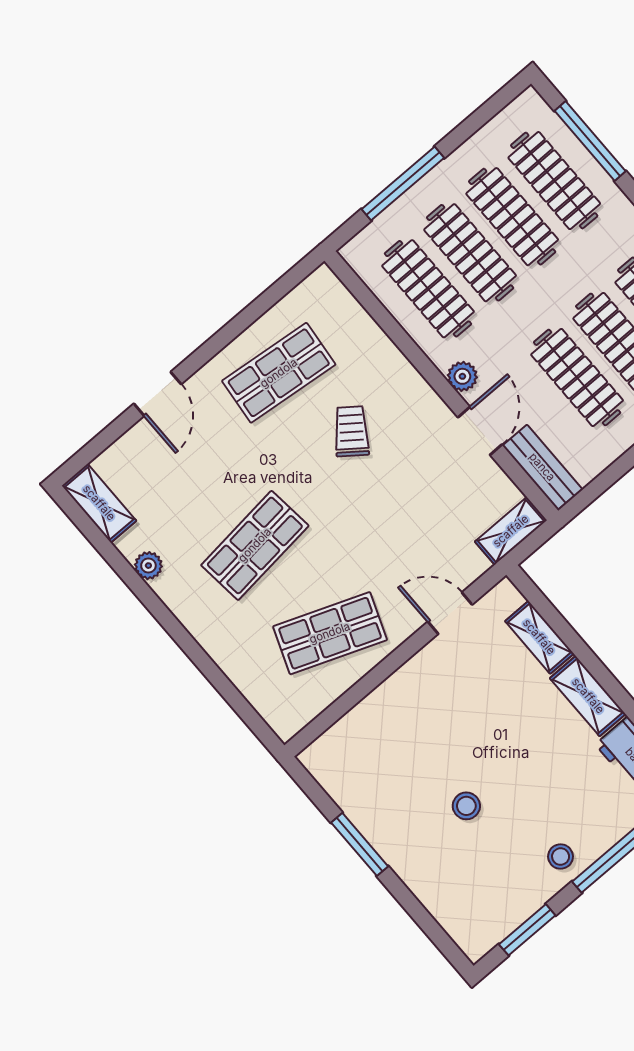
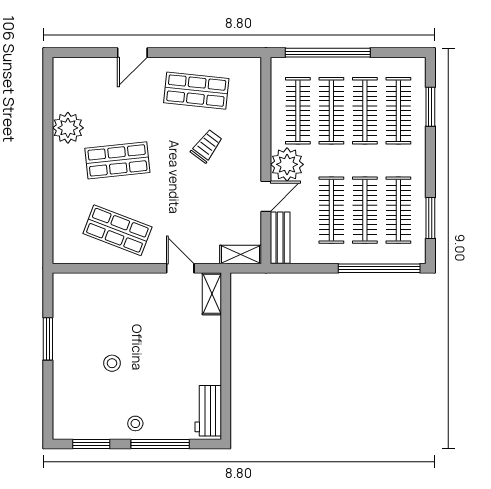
window: (590, 141) -> (430, 107), width x0.69
window: (403, 184) -> (328, 53), width x1.46
plant: (462, 376) -> (287, 164), width x1.87, depth x1.87
shelving: (99, 503) -> (63, 80), removed
plant: (148, 566) -> (68, 128), width x1.87, depth x1.87
shelving: (539, 637) -> (212, 294), moved
shelving: (588, 696) -> (211, 361), removed

